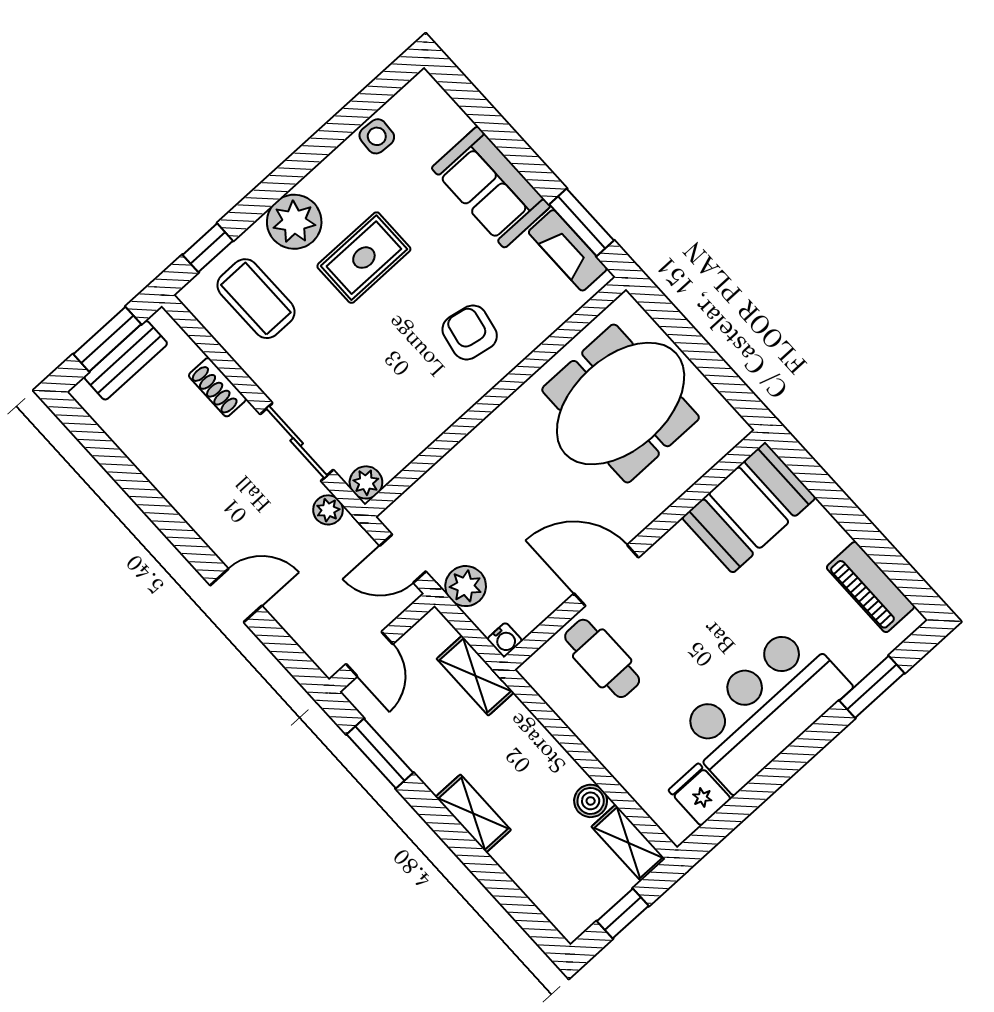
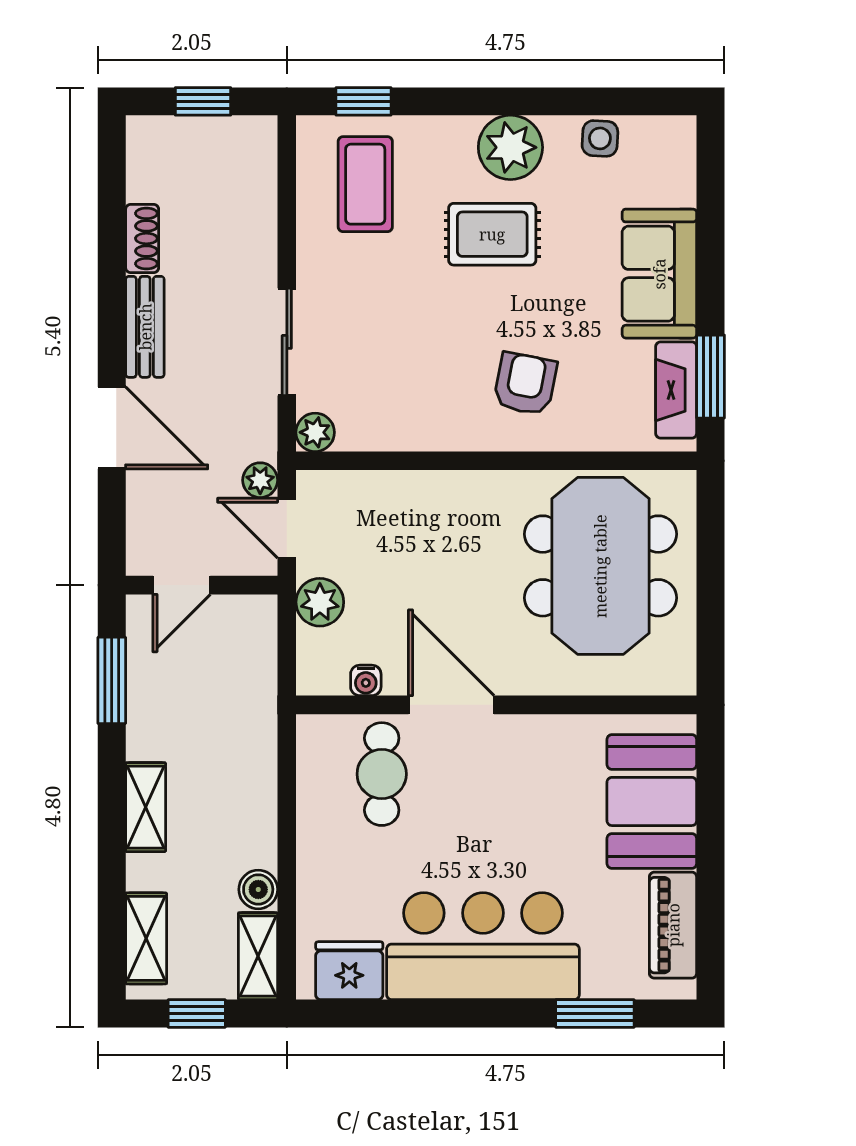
plant: (294, 222) -> (510, 147), moved
window: (107, 339) -> (203, 101), width x0.67
bench: (126, 360) -> (145, 327), moved, turned 90
shoe rack: (217, 387) -> (142, 238), moved, turned 180
meeting table: (621, 404) -> (600, 566), turned 90
booth: (749, 508) -> (652, 801), moved, turned 90
plant: (328, 510) -> (260, 480), moved
door: (236, 595) -> (112, 428), width x1.38
water cooler: (505, 640) -> (366, 680), moved
shelving: (475, 676) -> (146, 938), moved
fridge: (700, 795) -> (349, 971), width x1.38

